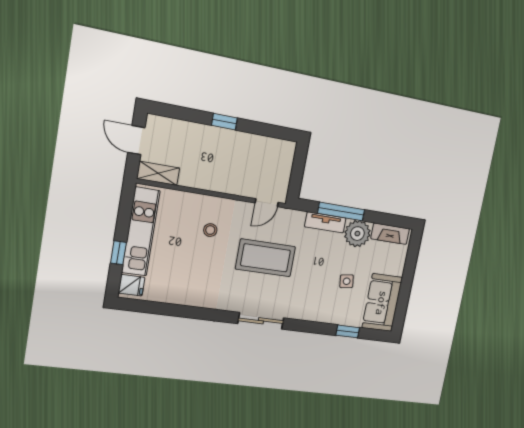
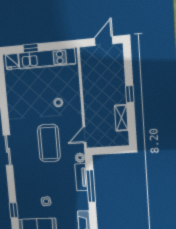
shelving: (158, 173) -> (121, 118), moved
door: (267, 203) -> (85, 135), hinge flipped
plant: (357, 234) -> (80, 158), moved, width x0.53, depth x0.53

